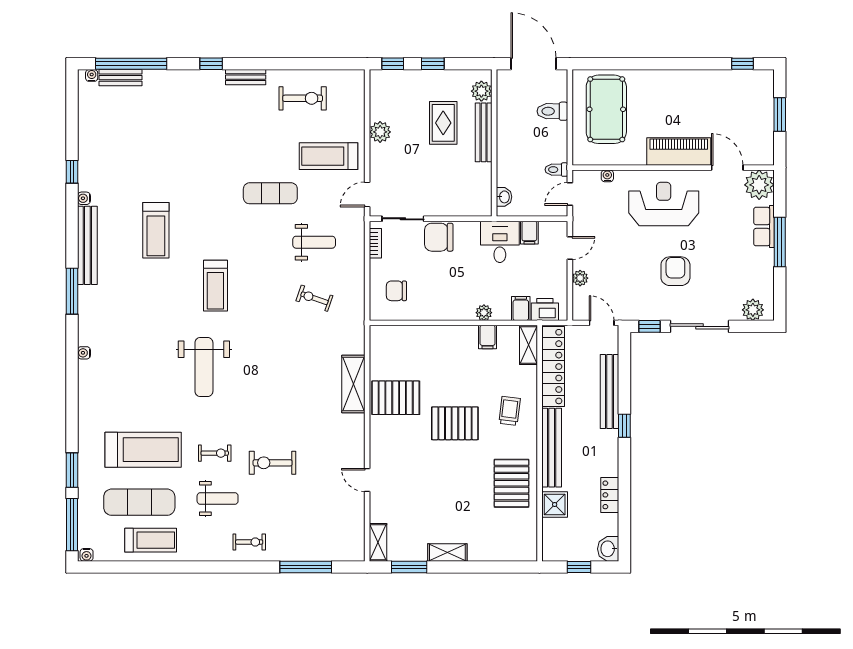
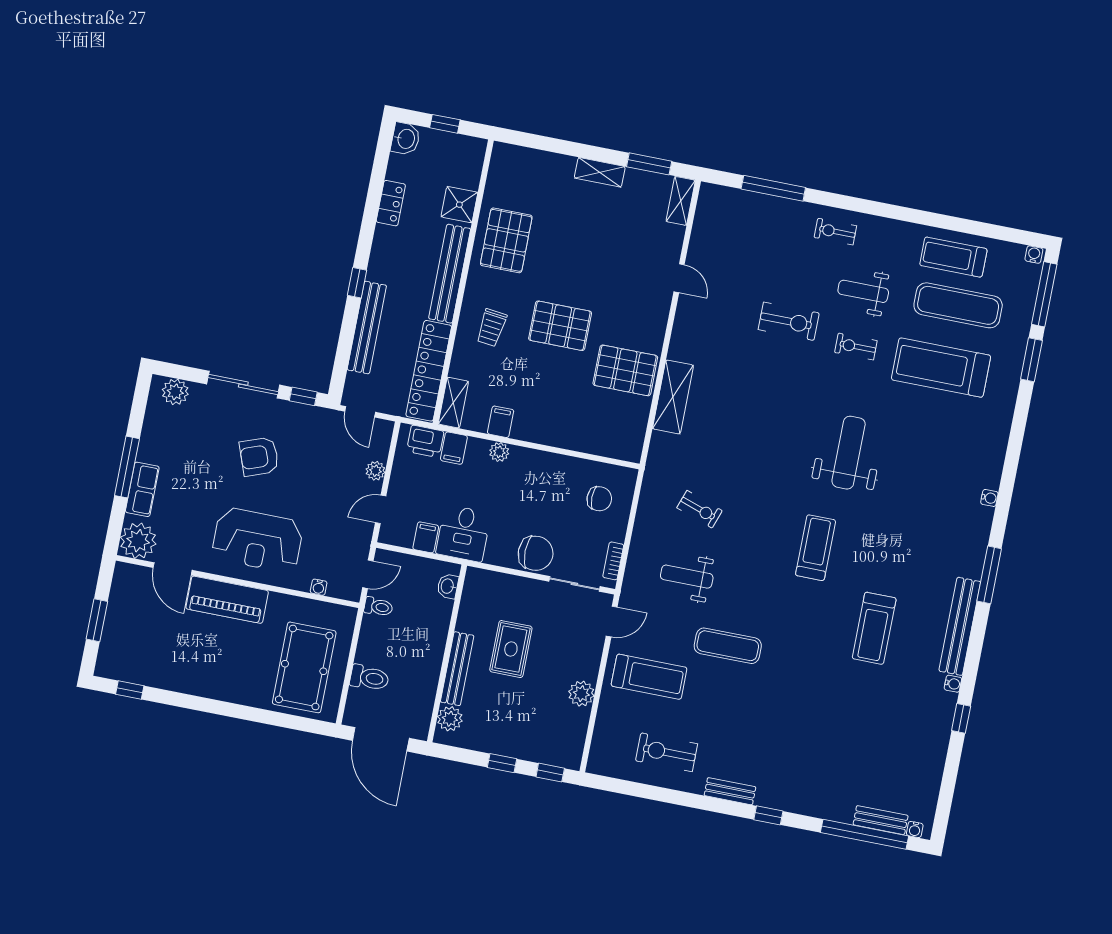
rug: (443, 123) -> (511, 649), moved
treadmill: (156, 230) -> (874, 628), turned 180
armchair: (675, 271) -> (259, 457), turned 70

